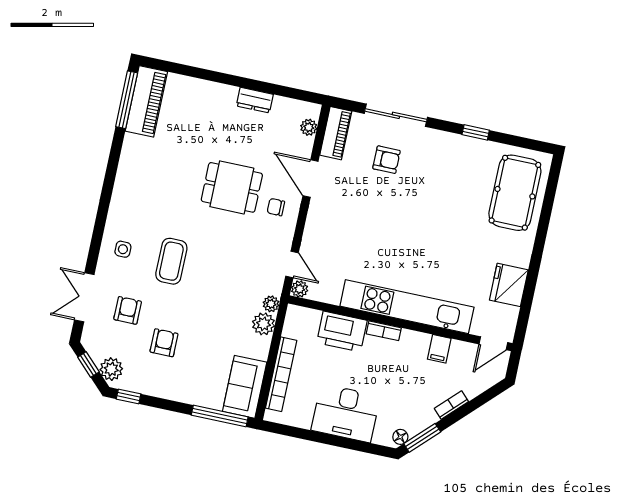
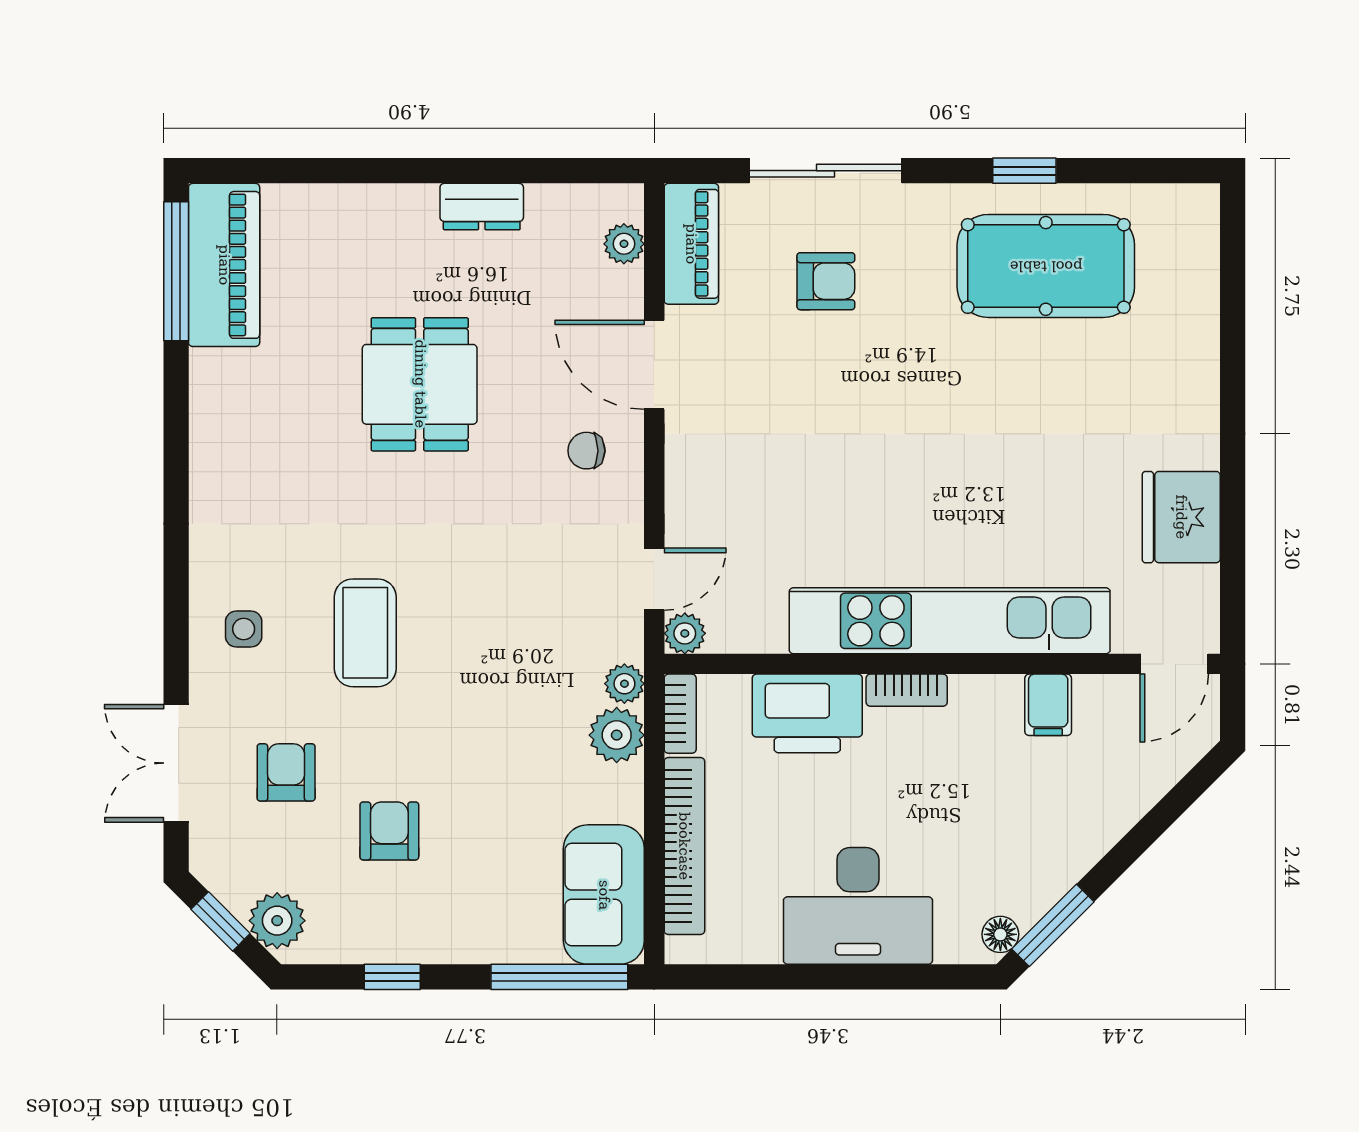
dining table: (232, 187) -> (420, 384), moved, turned 90
pool table: (515, 193) -> (1046, 266), moved, turned 90
door: (292, 264) -> (654, 579), hinge flipped
window: (129, 396) -> (392, 977), moved
bookcase: (451, 405) -> (680, 714), moved, turned 135

